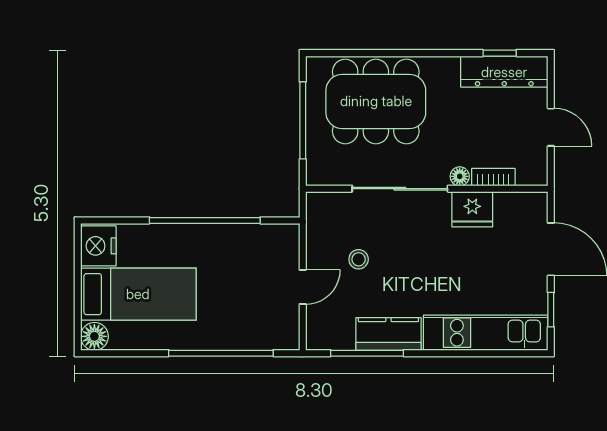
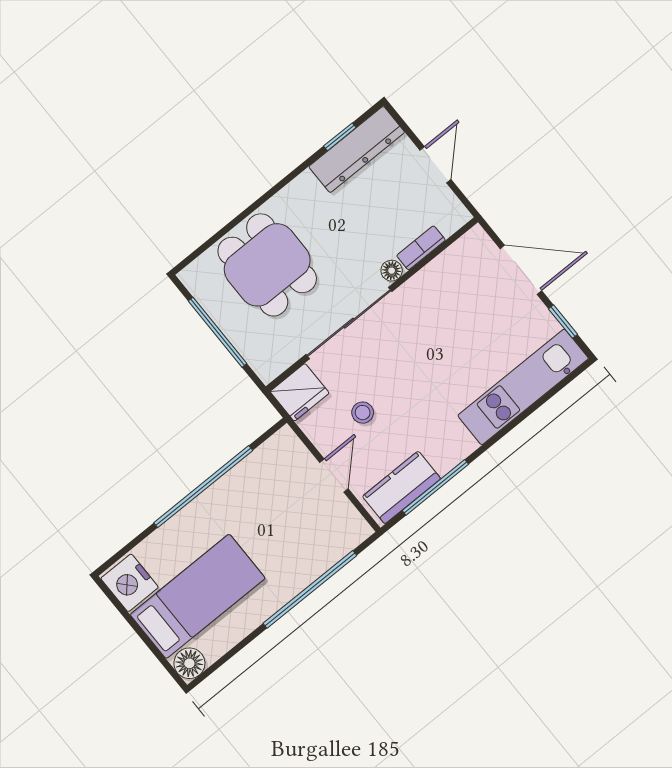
dining table: (376, 101) -> (267, 265), width x0.73
door: (551, 127) -> (435, 165), hinge flipped
fridge: (472, 209) -> (300, 392), moved
kitchen counter: (388, 334) -> (402, 487), moved

